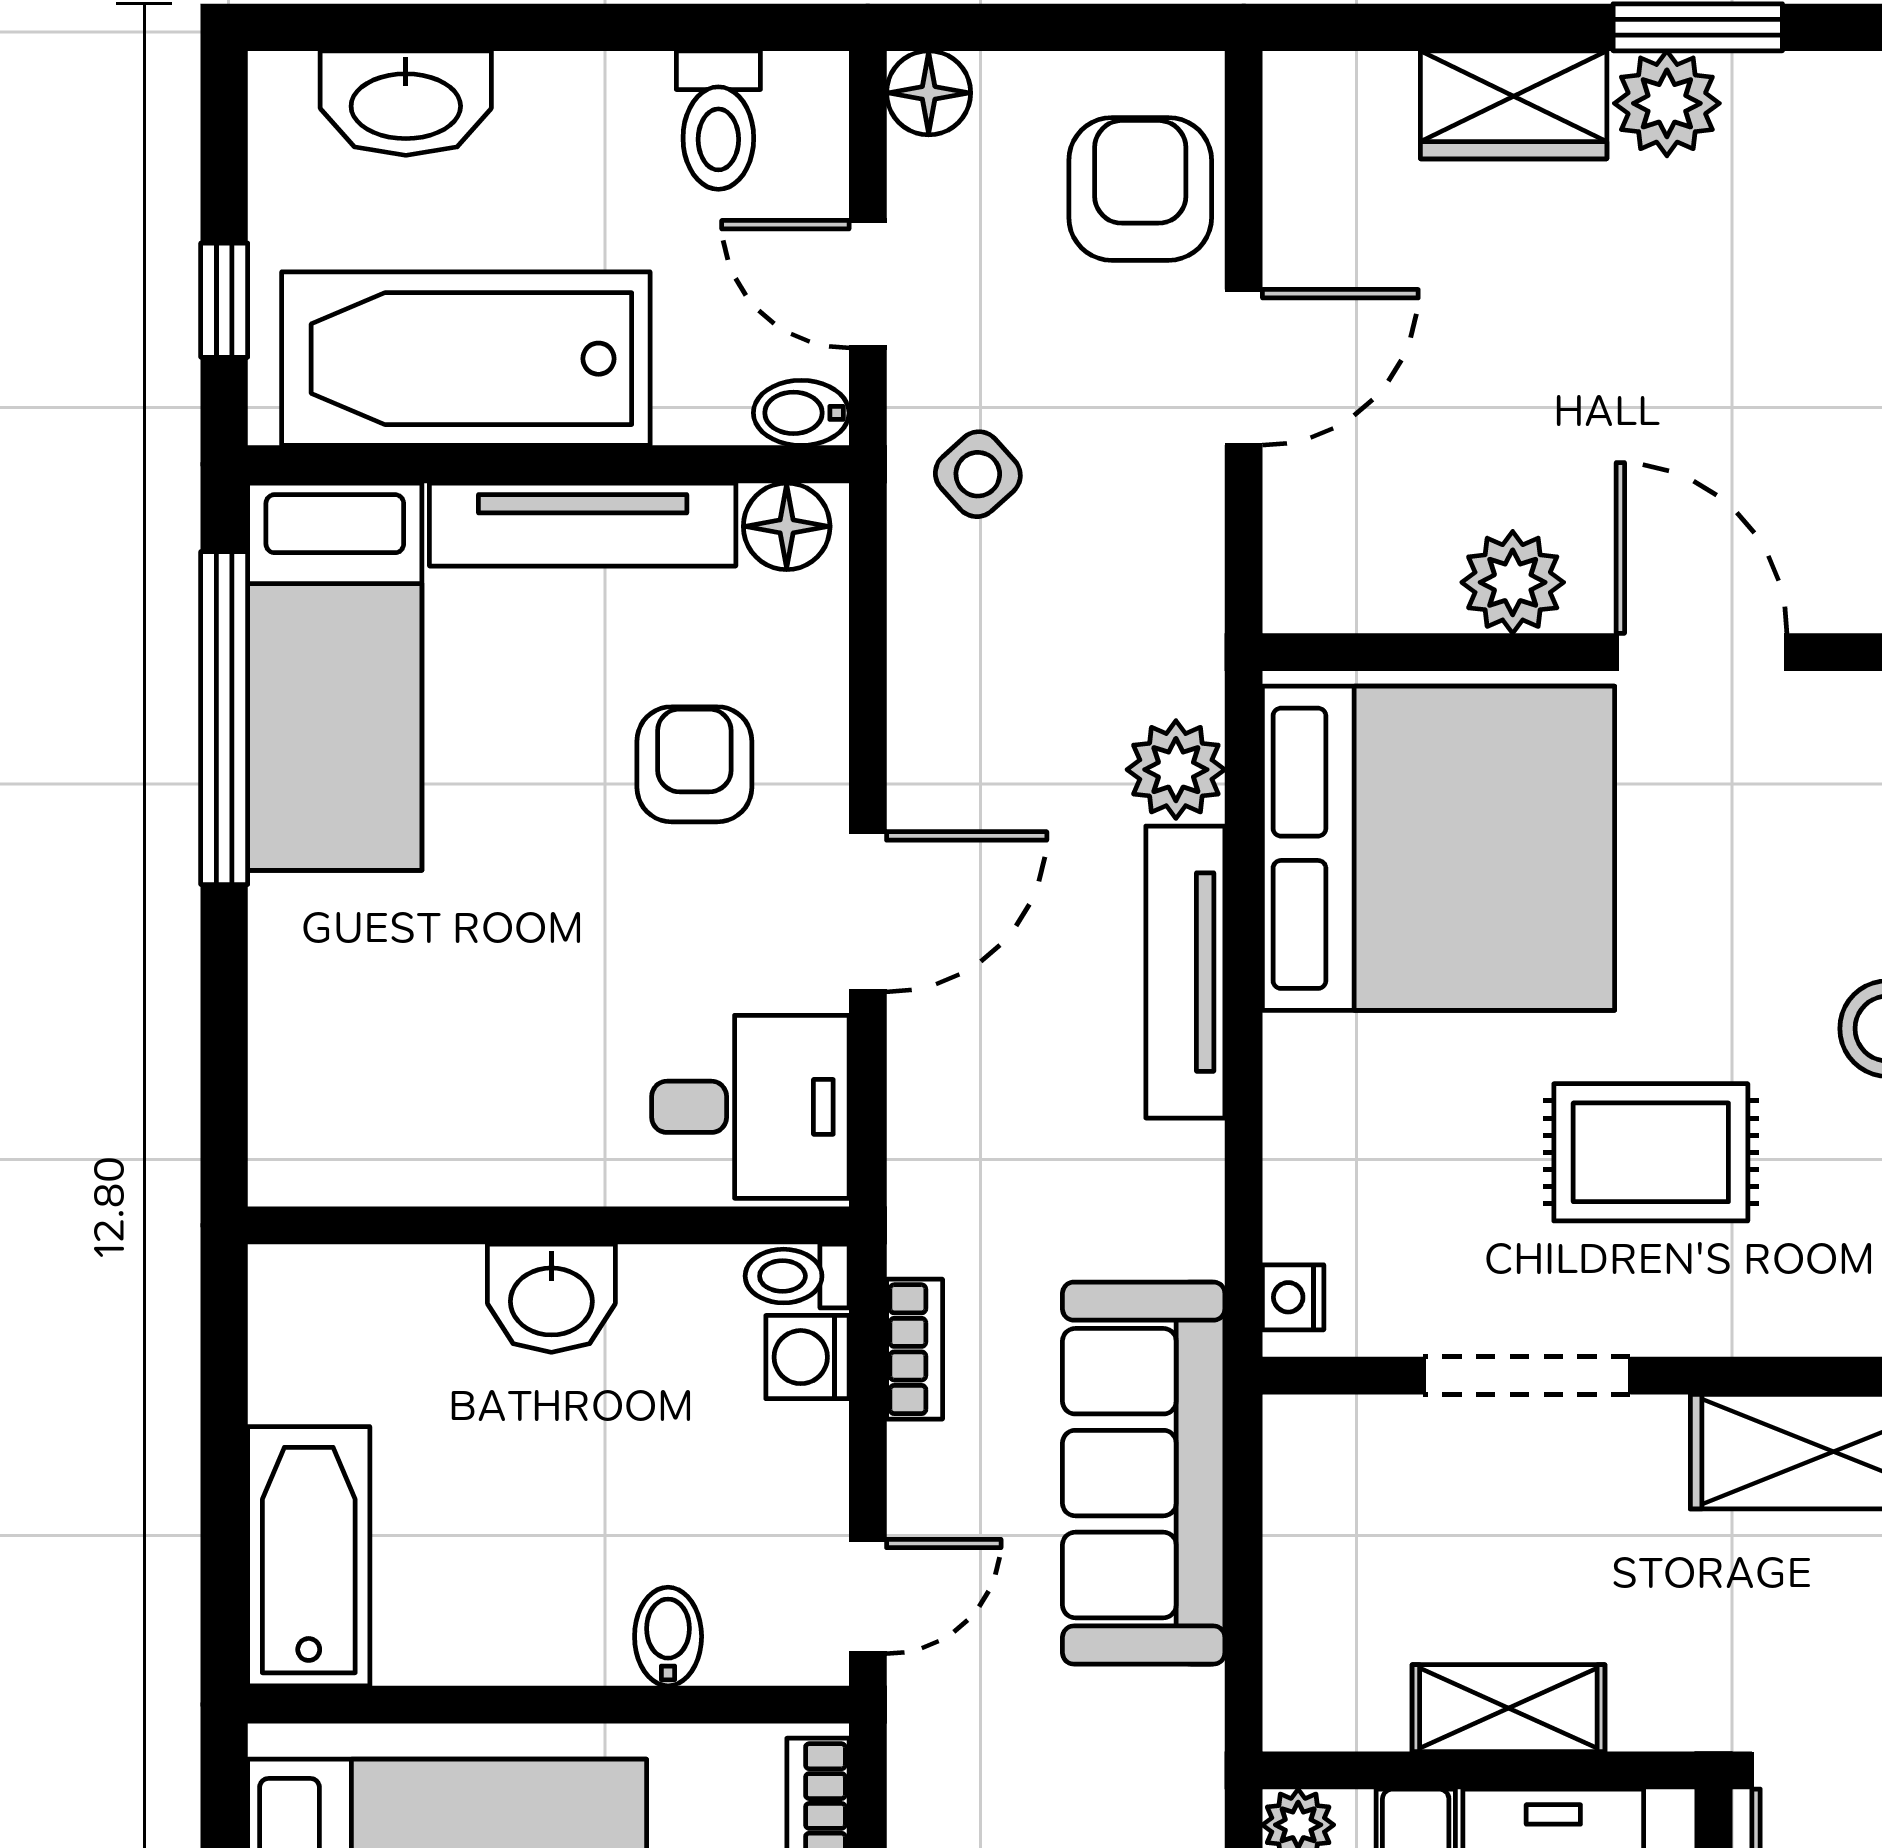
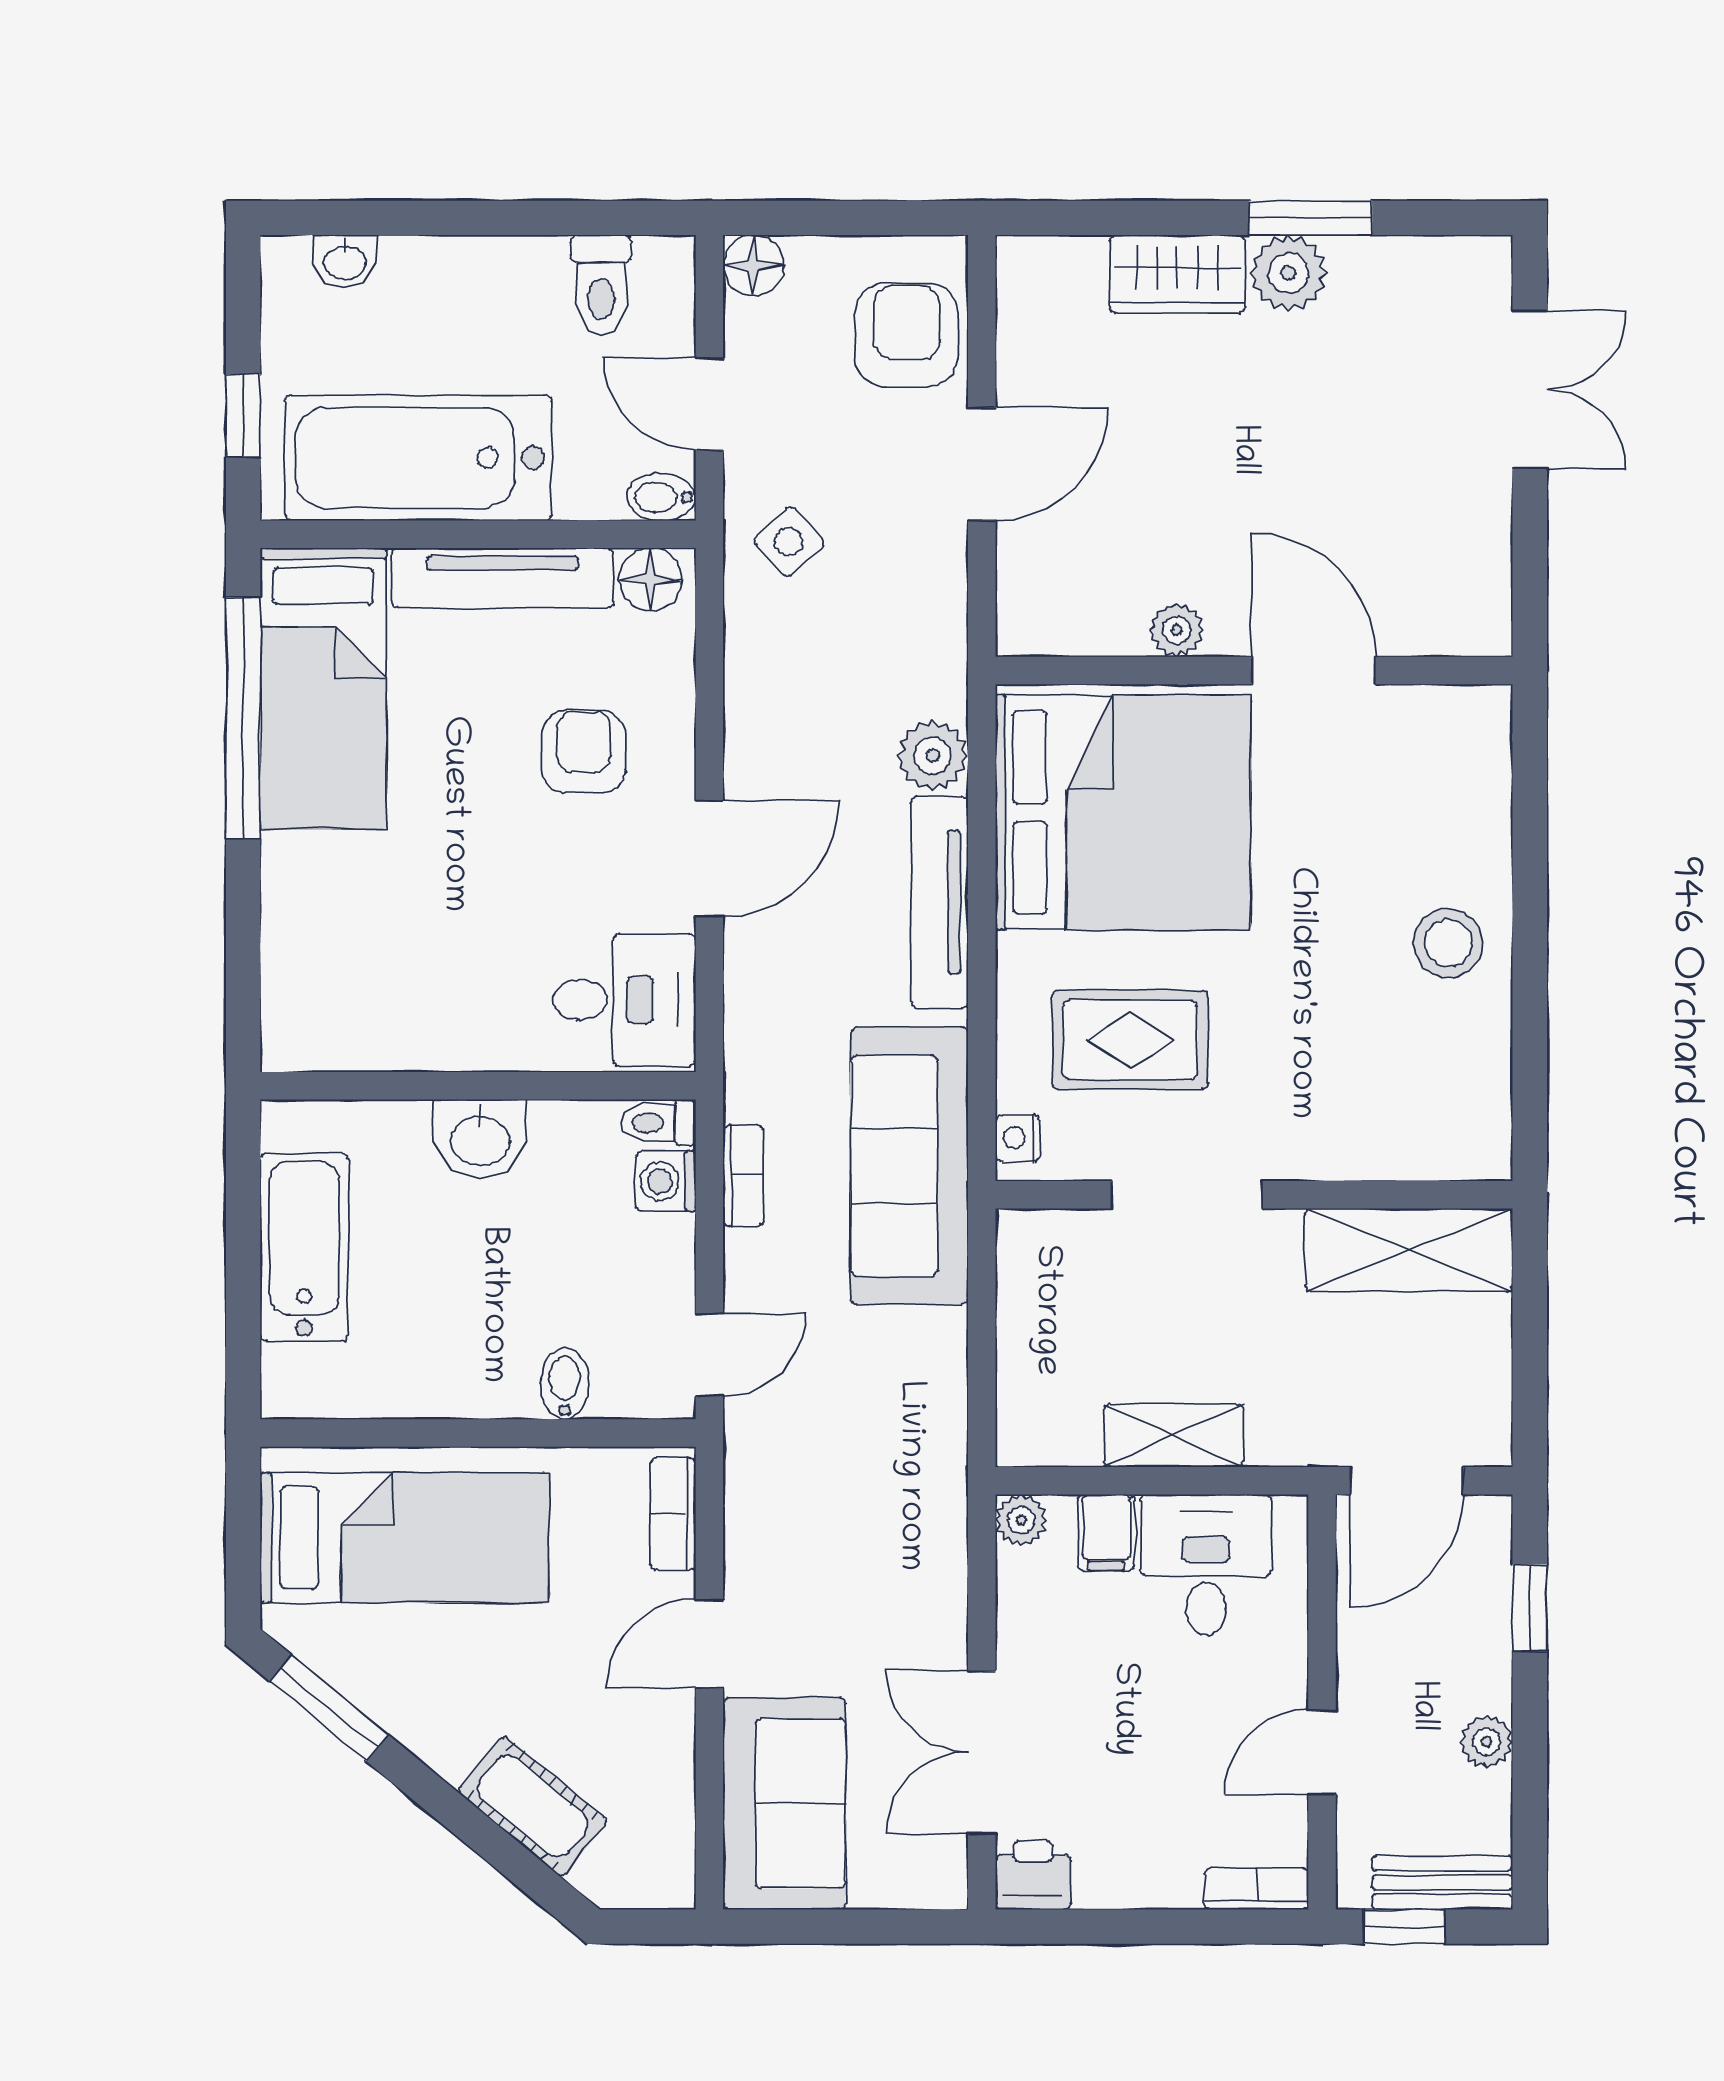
washbasin: (406, 103) -> (345, 261), width x0.52, depth x0.69
plant: (1513, 582) -> (1177, 630), width x0.73, depth x0.73
rug: (1651, 1152) -> (1130, 1040), moved
sofa: (1144, 1473) -> (909, 1166), moved
bathtub: (309, 1556) -> (304, 1247), moved

